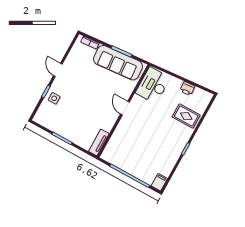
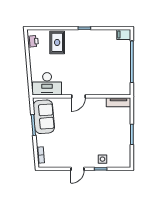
sofa: (118, 63) -> (44, 117), width x0.73
printer: (187, 89) -> (33, 41), moved

